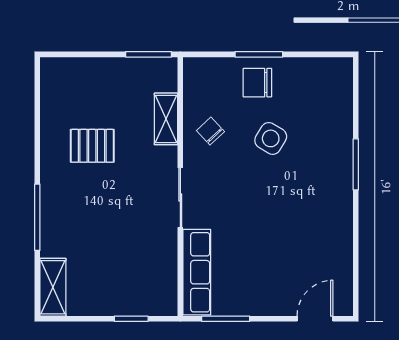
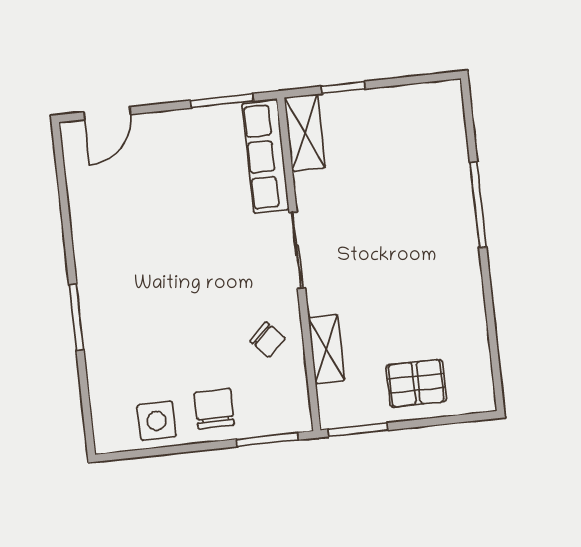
window: (259, 54) -> (267, 440), moved
chair: (257, 83) -> (214, 409), turned -90
side table: (271, 138) -> (157, 421), moved, turned -31
pallet: (92, 146) -> (416, 383), moved
shelving: (53, 287) -> (305, 133), moved

